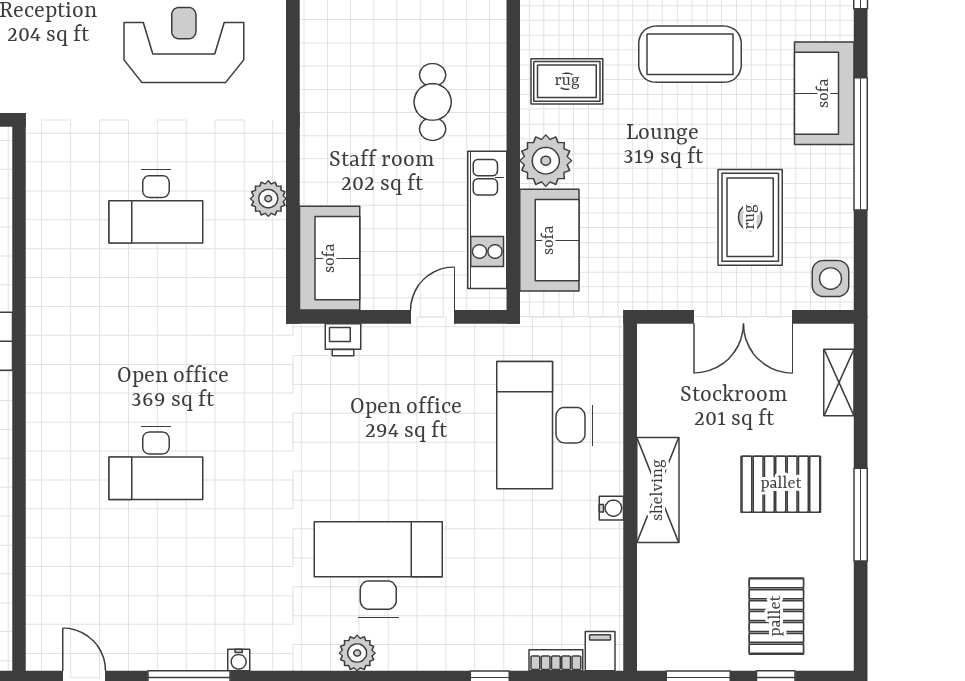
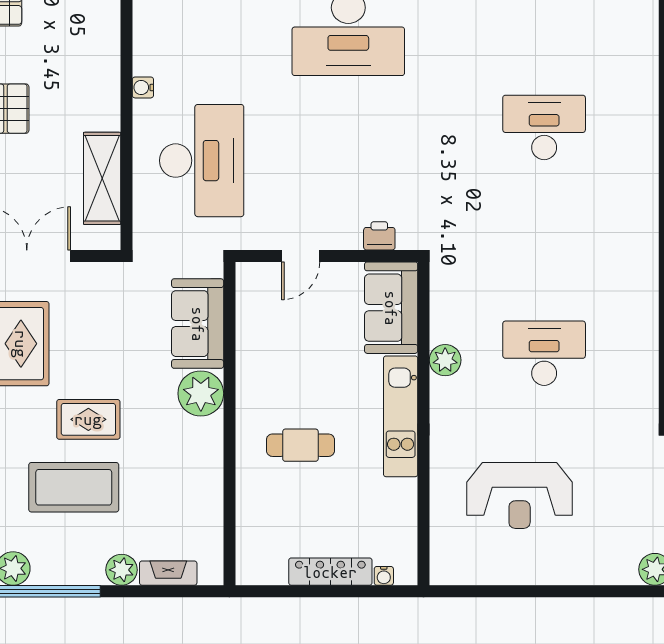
rug: (567, 81) -> (88, 419), moved
cafe table: (433, 102) -> (300, 445), turned 90
kitchen unit: (487, 220) -> (401, 416), moved, turned 180
shelving: (658, 490) -> (102, 178), moved

